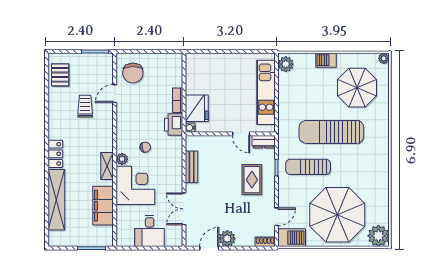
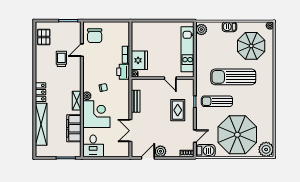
dresser: (264, 142) -> (186, 84), removed
desk: (150, 231) -> (93, 146), moved

